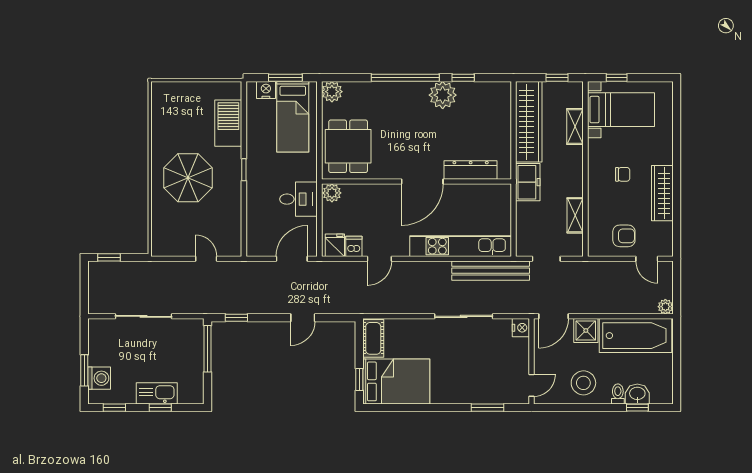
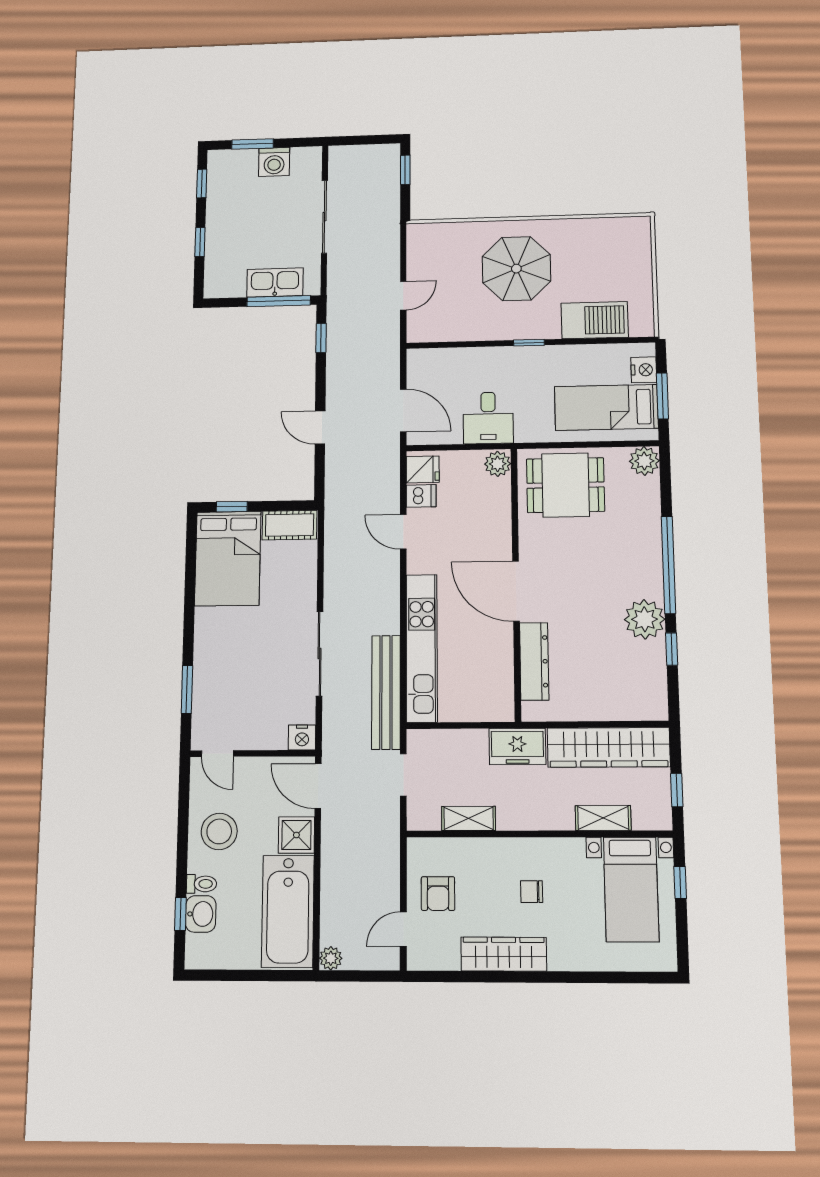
chair: (623, 174) -> (532, 892), turned 90
washing machine: (99, 378) -> (274, 162), moved
kitchen sink: (157, 393) -> (275, 282), moved, turned -90

